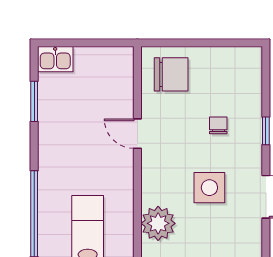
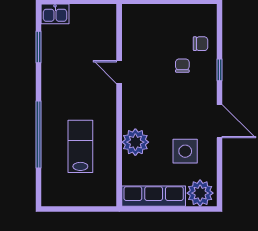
chair: (171, 74) -> (201, 44), moved, width x0.54, depth x0.54
side table: (209, 188) -> (185, 151), moved

